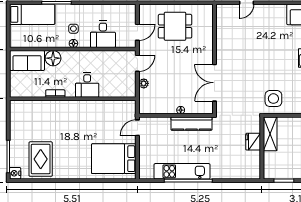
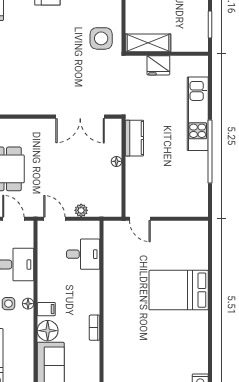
filing cabinet: (69, 57) -> (46, 309), added
desk: (87, 85) -> (83, 254), moved
kitchen counter: (191, 124) -> (134, 138), width x0.67
rug: (41, 159) -> (181, 347), removed
bed: (114, 159) -> (179, 290), moved, turned 90
kitchen unit: (182, 171) -> (198, 114), moved

